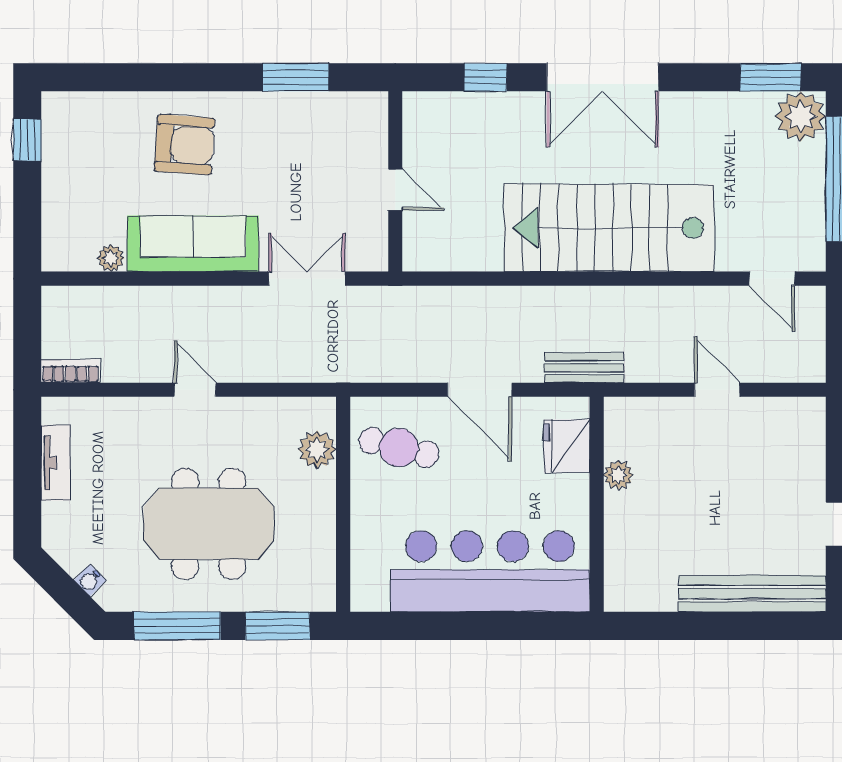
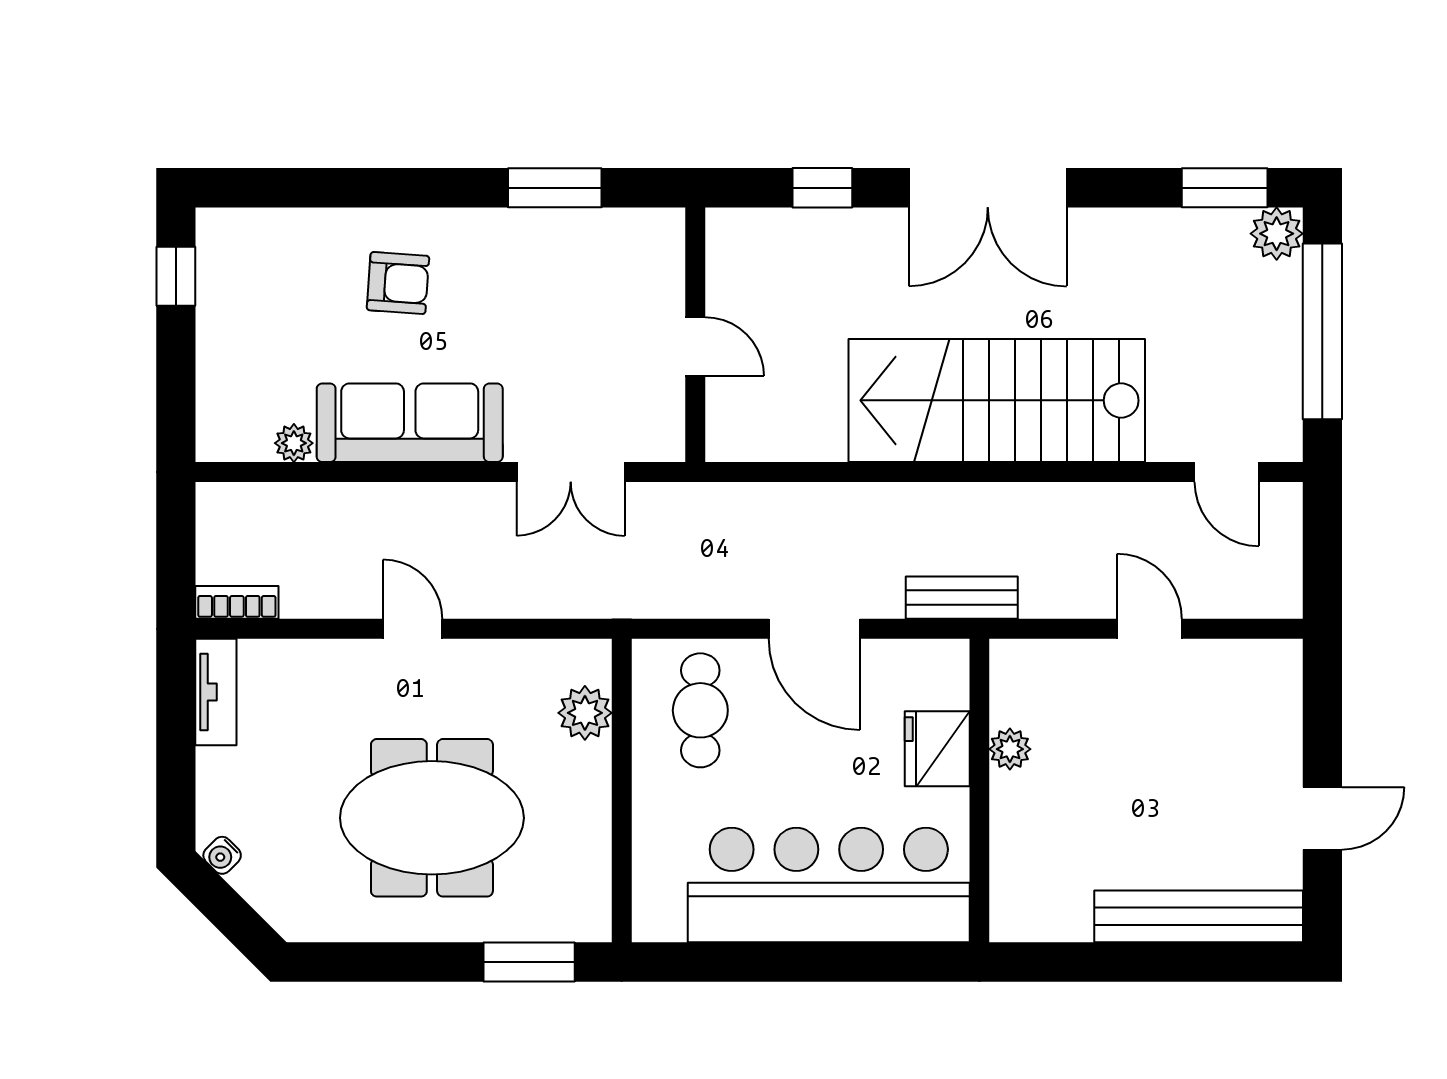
plant: (801, 116) -> (1277, 234), width x0.73, depth x0.73
armchair: (185, 145) -> (398, 283), width x0.72, depth x0.72
double door: (307, 279) -> (571, 472), swing flipped
fridge: (567, 446) -> (937, 749), moved
cafe table: (399, 448) -> (700, 710), turned 76
tv unit: (55, 463) -> (216, 692), moved
water cooler: (90, 580) -> (222, 855), moved
window: (177, 626) -> (388, 962), removed

